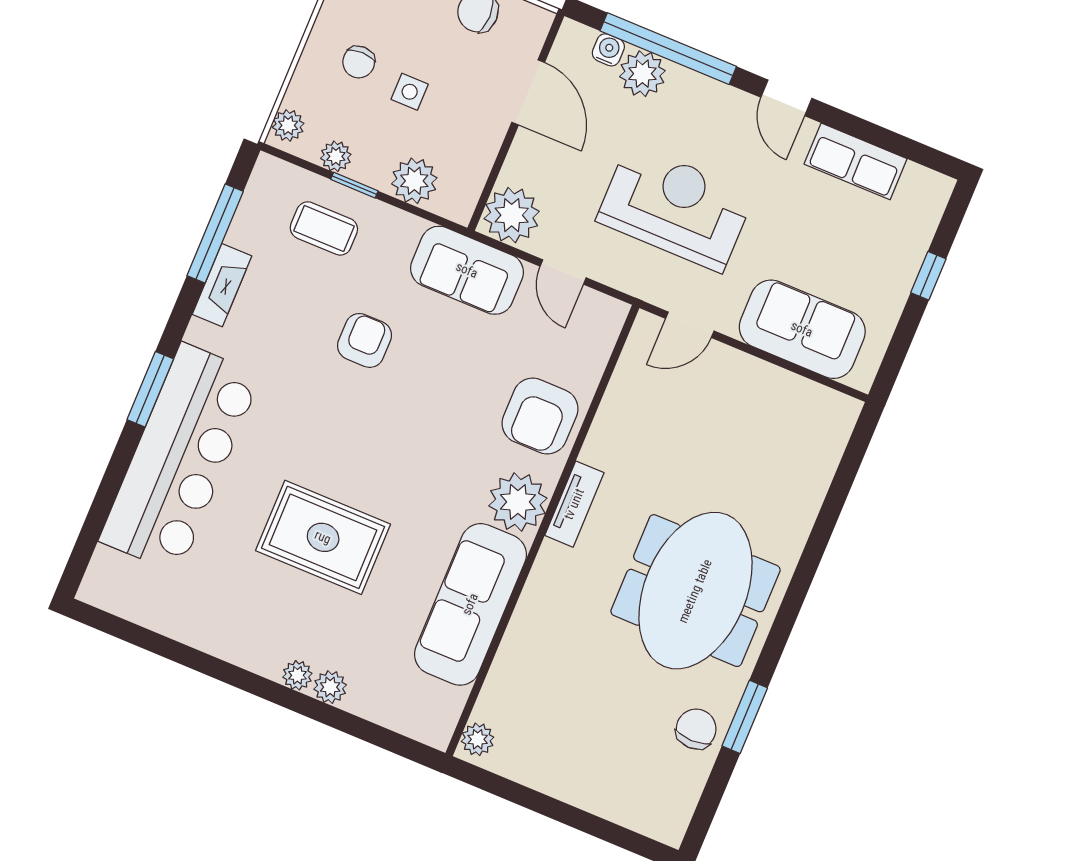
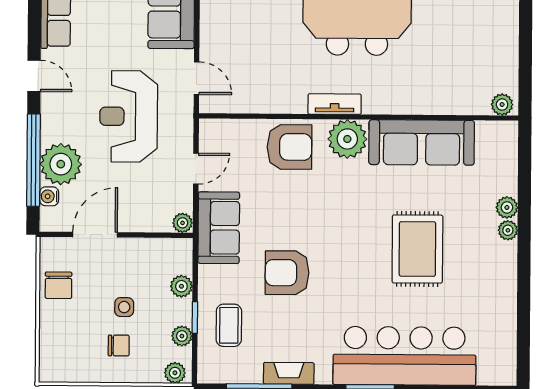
plant: (642, 74) -> (61, 164), width x1.36, depth x1.36
door: (786, 98) -> (34, 76), hinge flipped
plant: (414, 181) -> (181, 286), width x0.73, depth x0.73
plant: (512, 215) -> (183, 223), width x0.53, depth x0.53
armchair: (365, 340) -> (287, 273), width x1.38, depth x1.38

